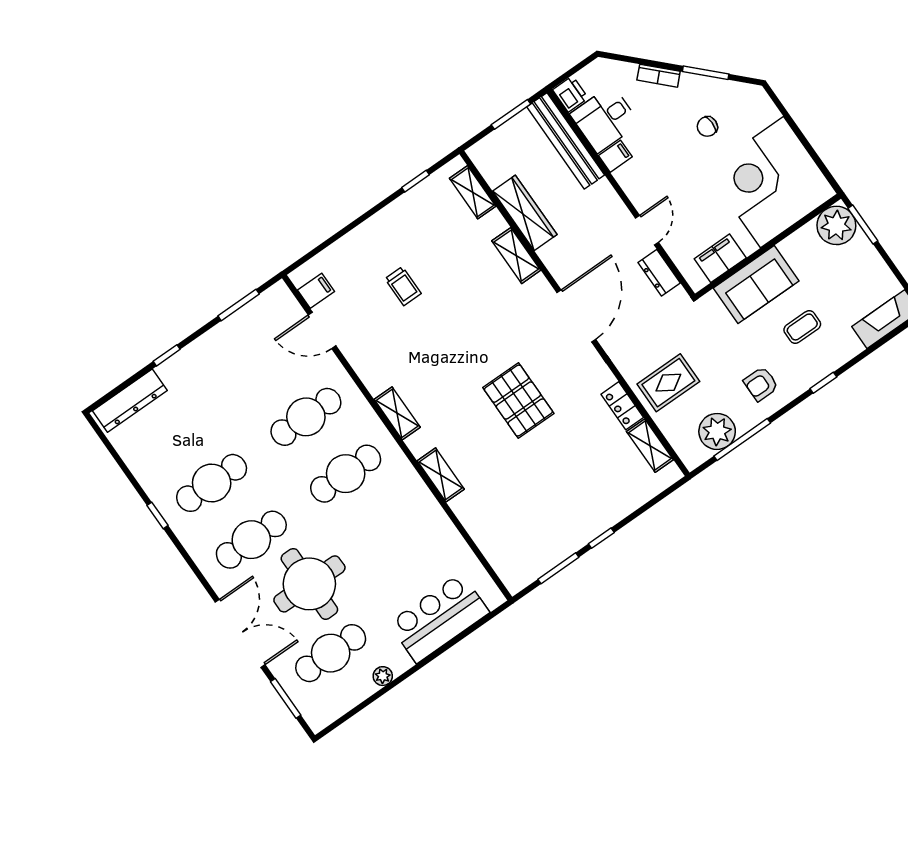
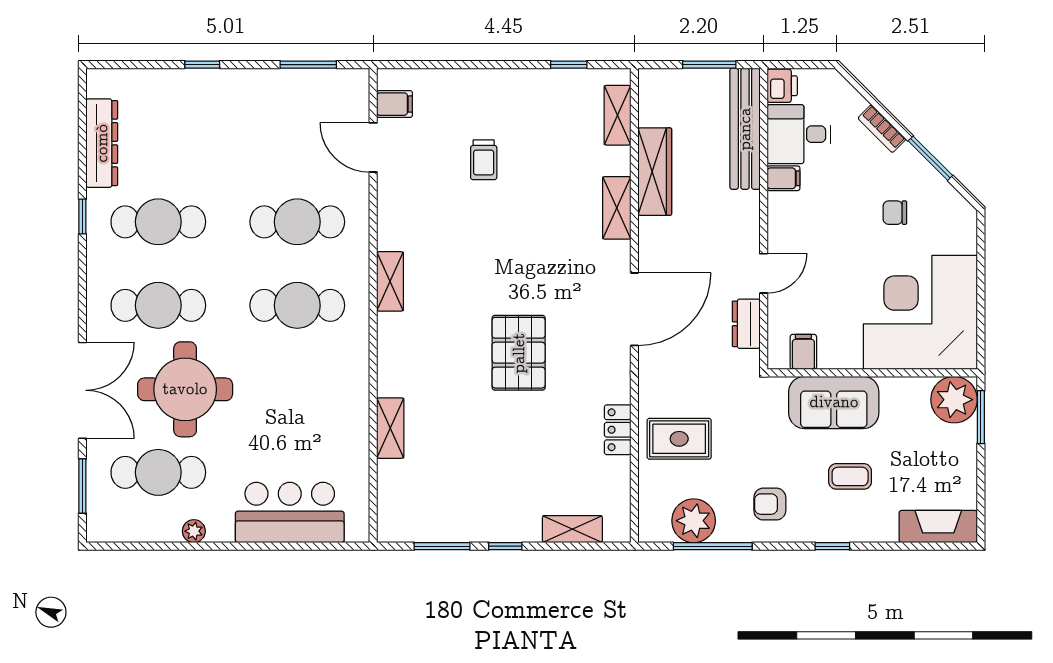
filing cabinet: (720, 258) -> (803, 352), width x0.50
dresser: (130, 401) -> (102, 143), moved, turned -90
shelving: (650, 446) -> (572, 529), moved, turned 90
shelving: (441, 475) -> (390, 428), moved

